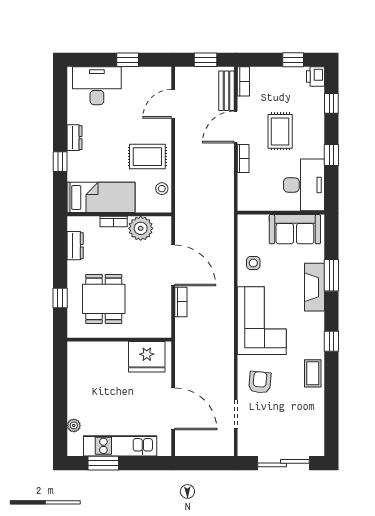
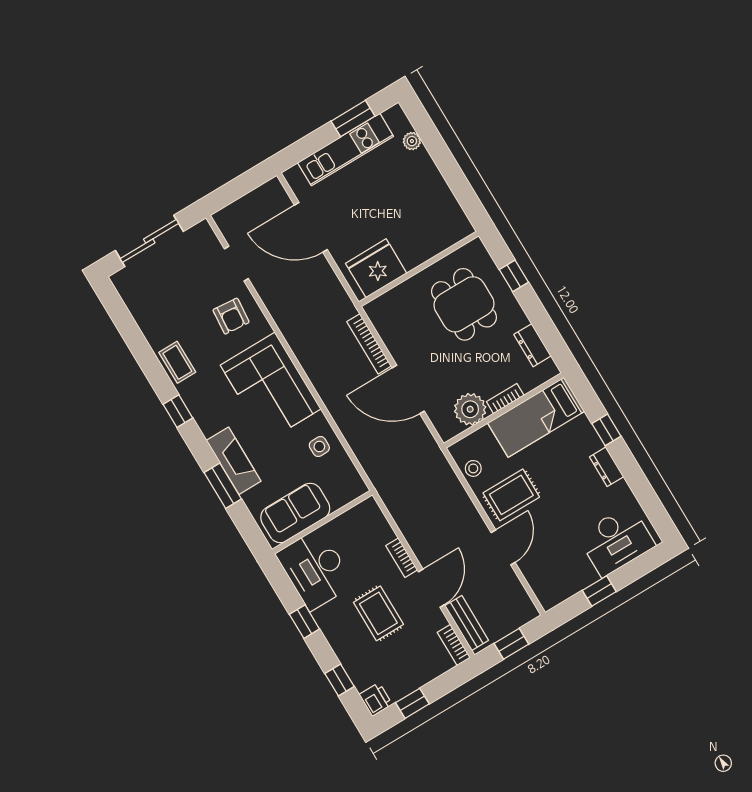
door: (173, 104) -> (503, 547), moved
bookcase: (181, 302) -> (369, 344), width x1.56

